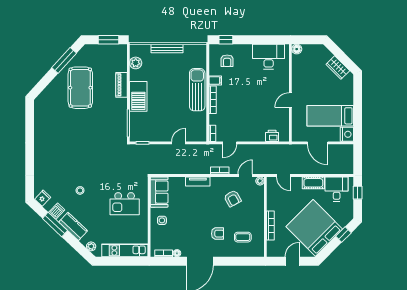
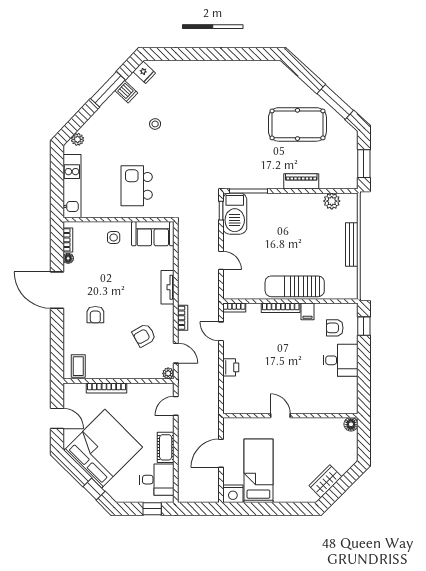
desk: (269, 57) -> (340, 360), moved, width x0.73
sun lounger: (197, 90) -> (295, 286), turned 180
barbecue: (138, 96) -> (235, 214), moved, turned -90
printer: (272, 136) -> (231, 367), moved
kitchen counter: (73, 226) -> (105, 115), removed
coffee table: (243, 237) -> (78, 366), moved

